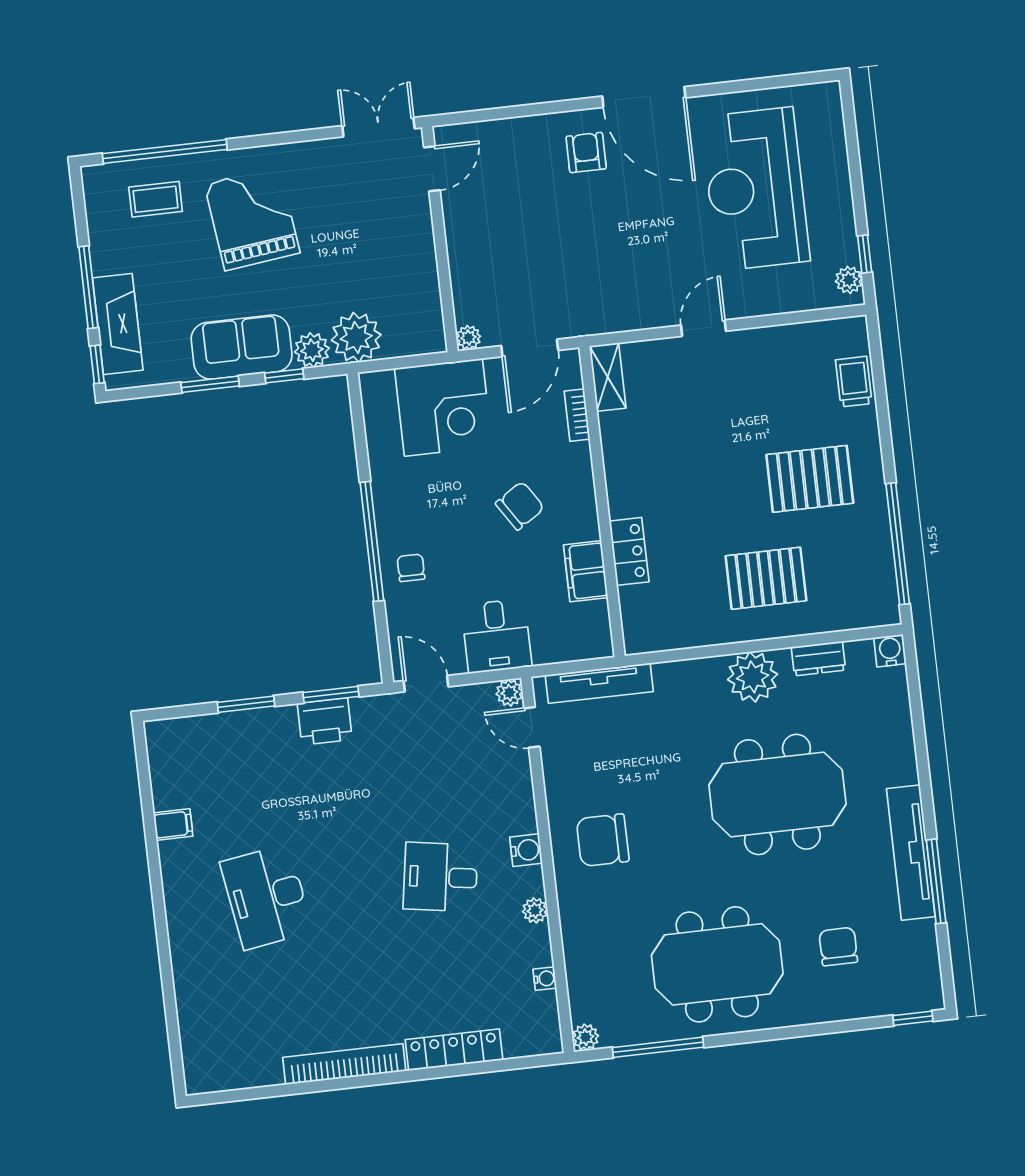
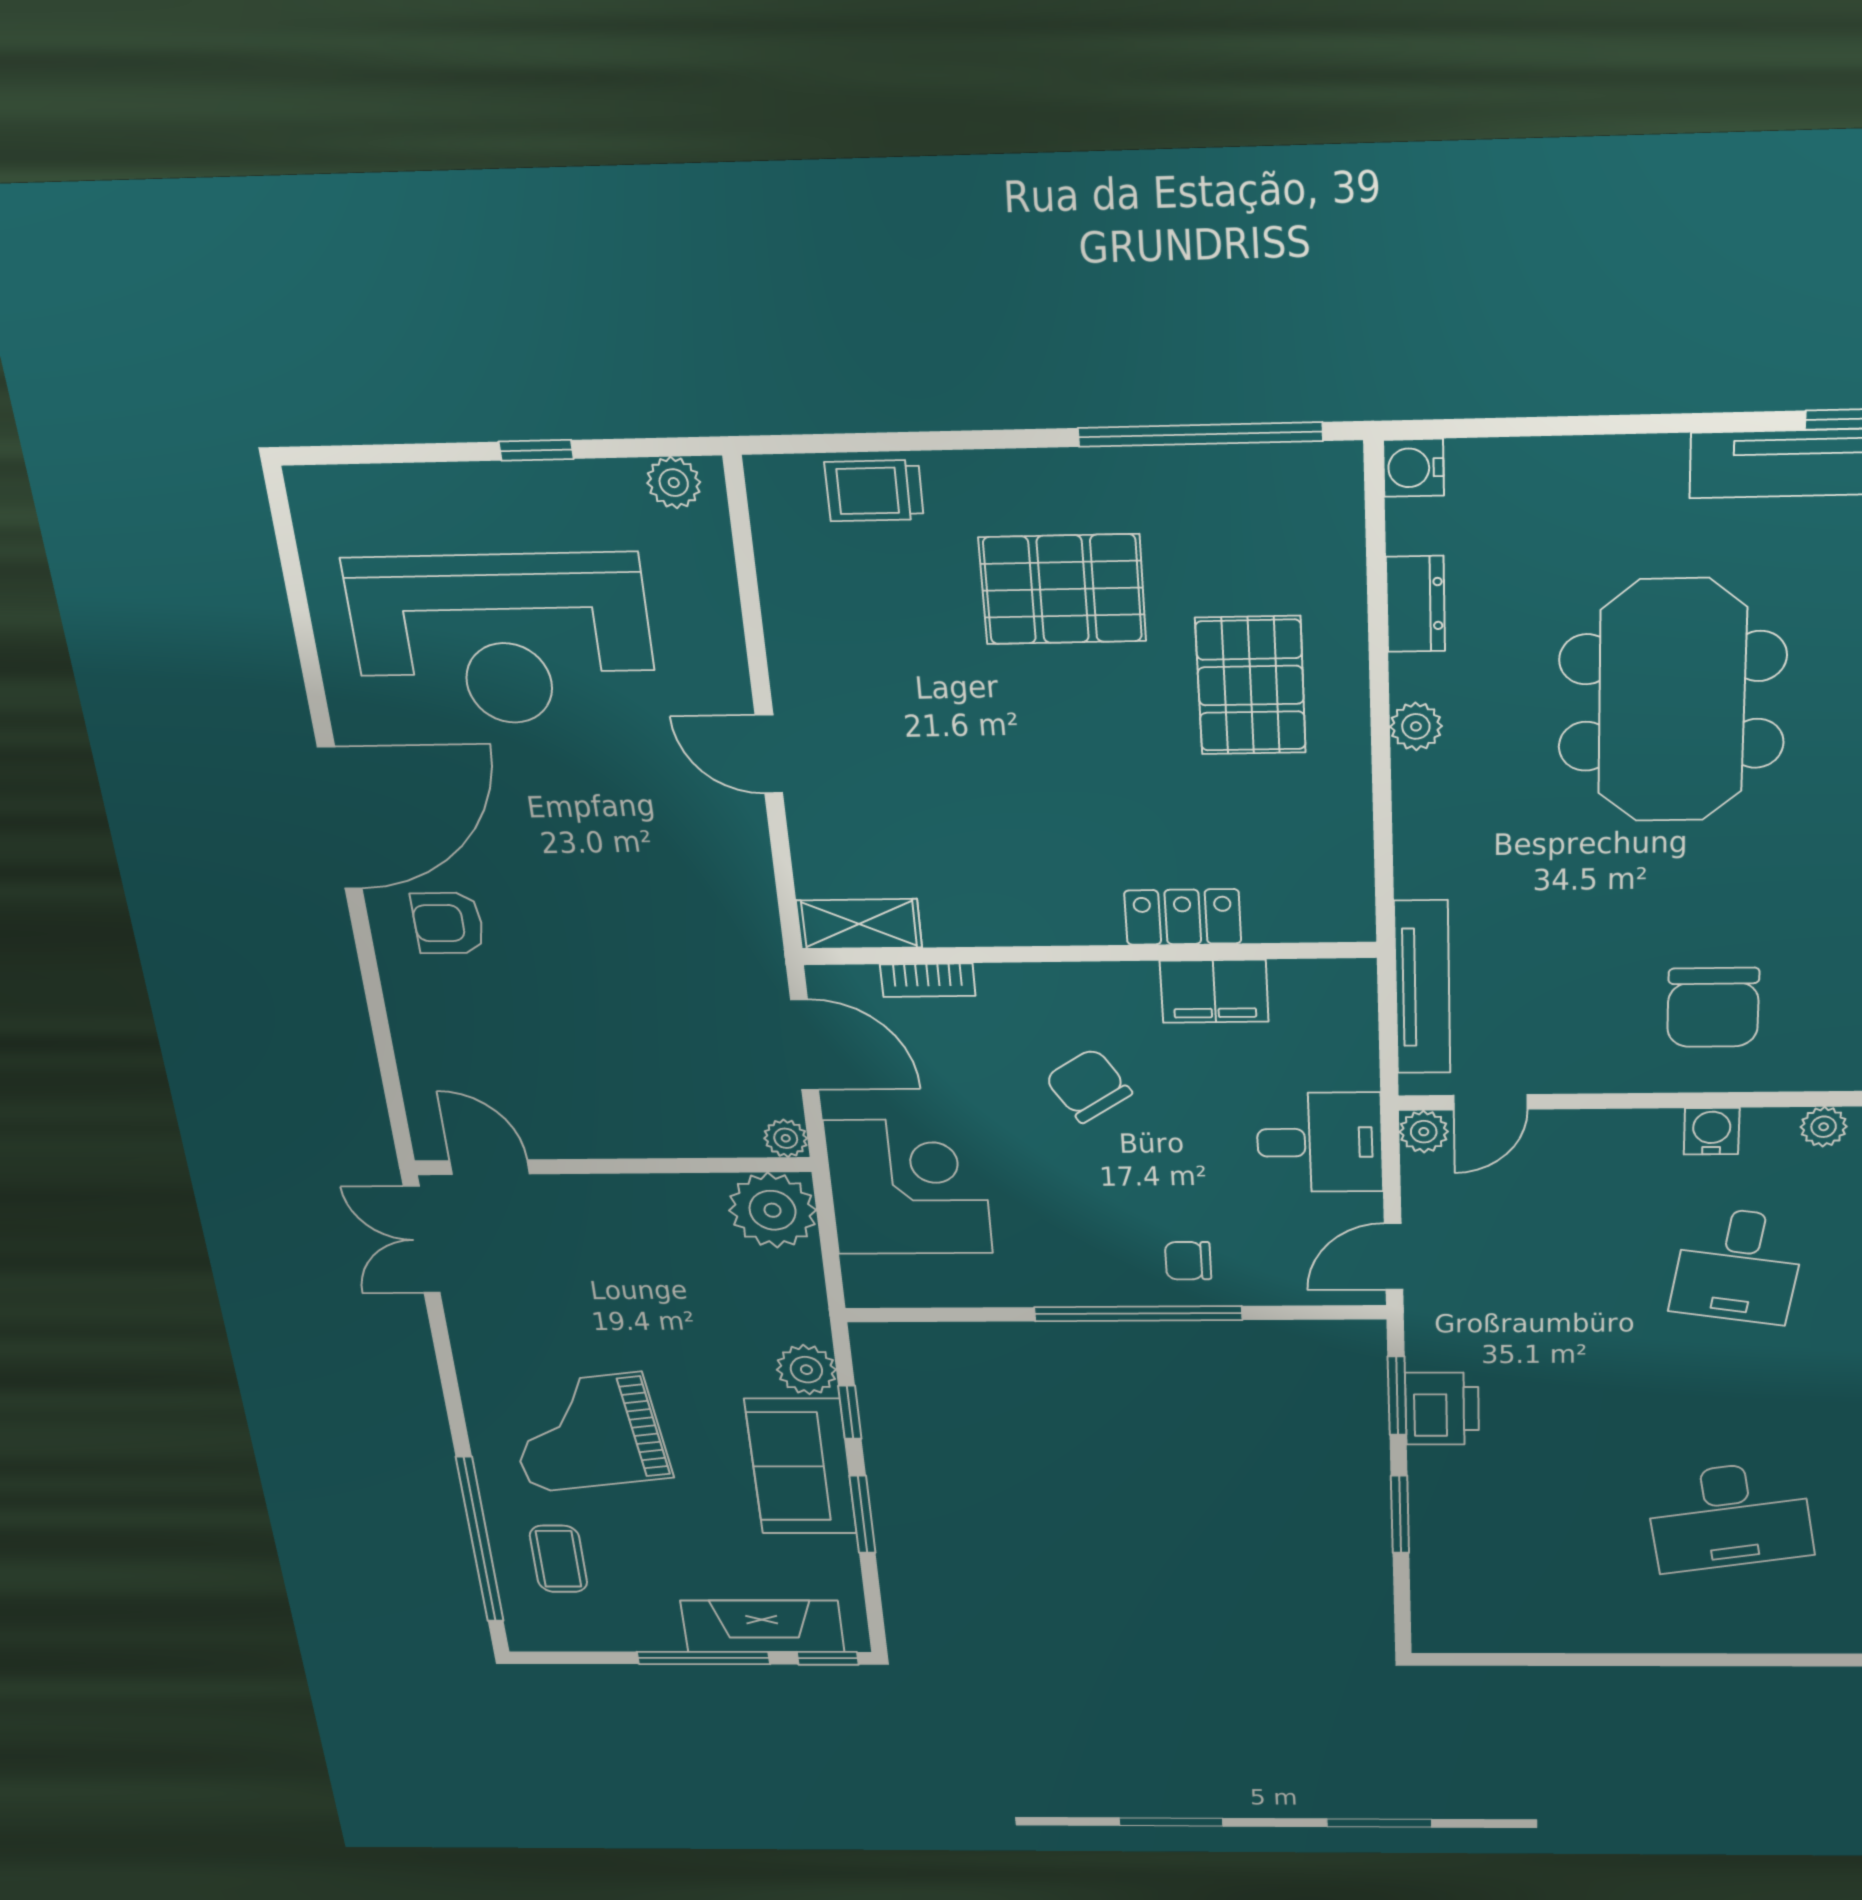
window: (865, 254) -> (536, 450), moved
plant: (356, 337) -> (773, 1210), moved
pallet: (810, 479) -> (1063, 589), turned 90
plant: (753, 677) -> (1416, 726), width x0.53, depth x0.53
filing cabinet: (173, 825) -> (1588, 1629), removed

